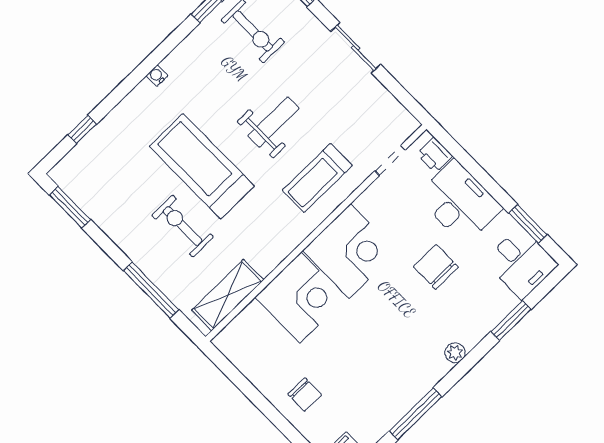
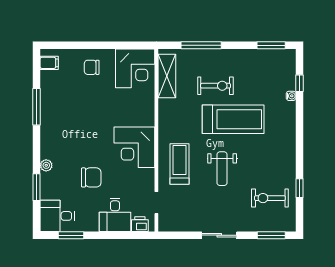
water cooler: (157, 76) -> (291, 96), moved
desk: (459, 202) -> (115, 215), width x0.73
corner desk: (300, 298) -> (135, 68), moved, turned -90
plant: (455, 353) -> (46, 165), moved

